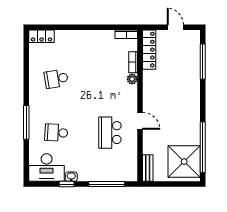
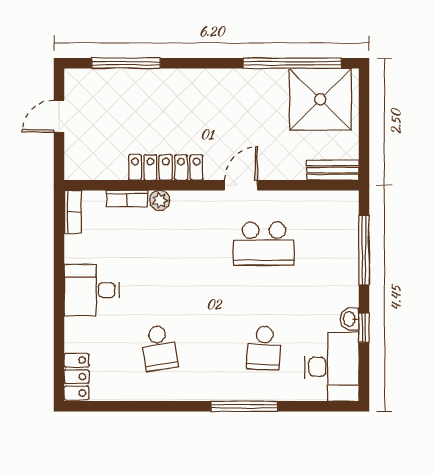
desk: (86, 44) -> (92, 290), added
locker: (149, 50) -> (166, 167), moved

